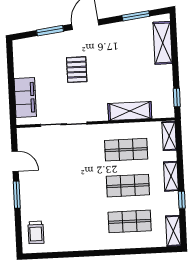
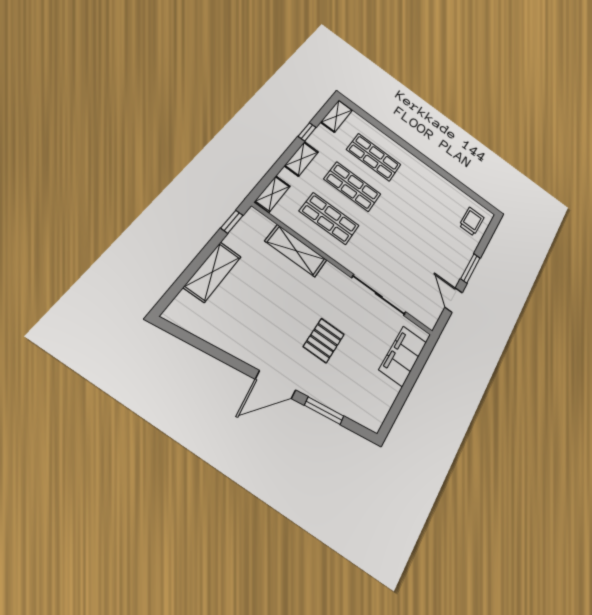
window: (136, 16) -> (204, 346), removed
shelving: (163, 43) -> (212, 272), moved

